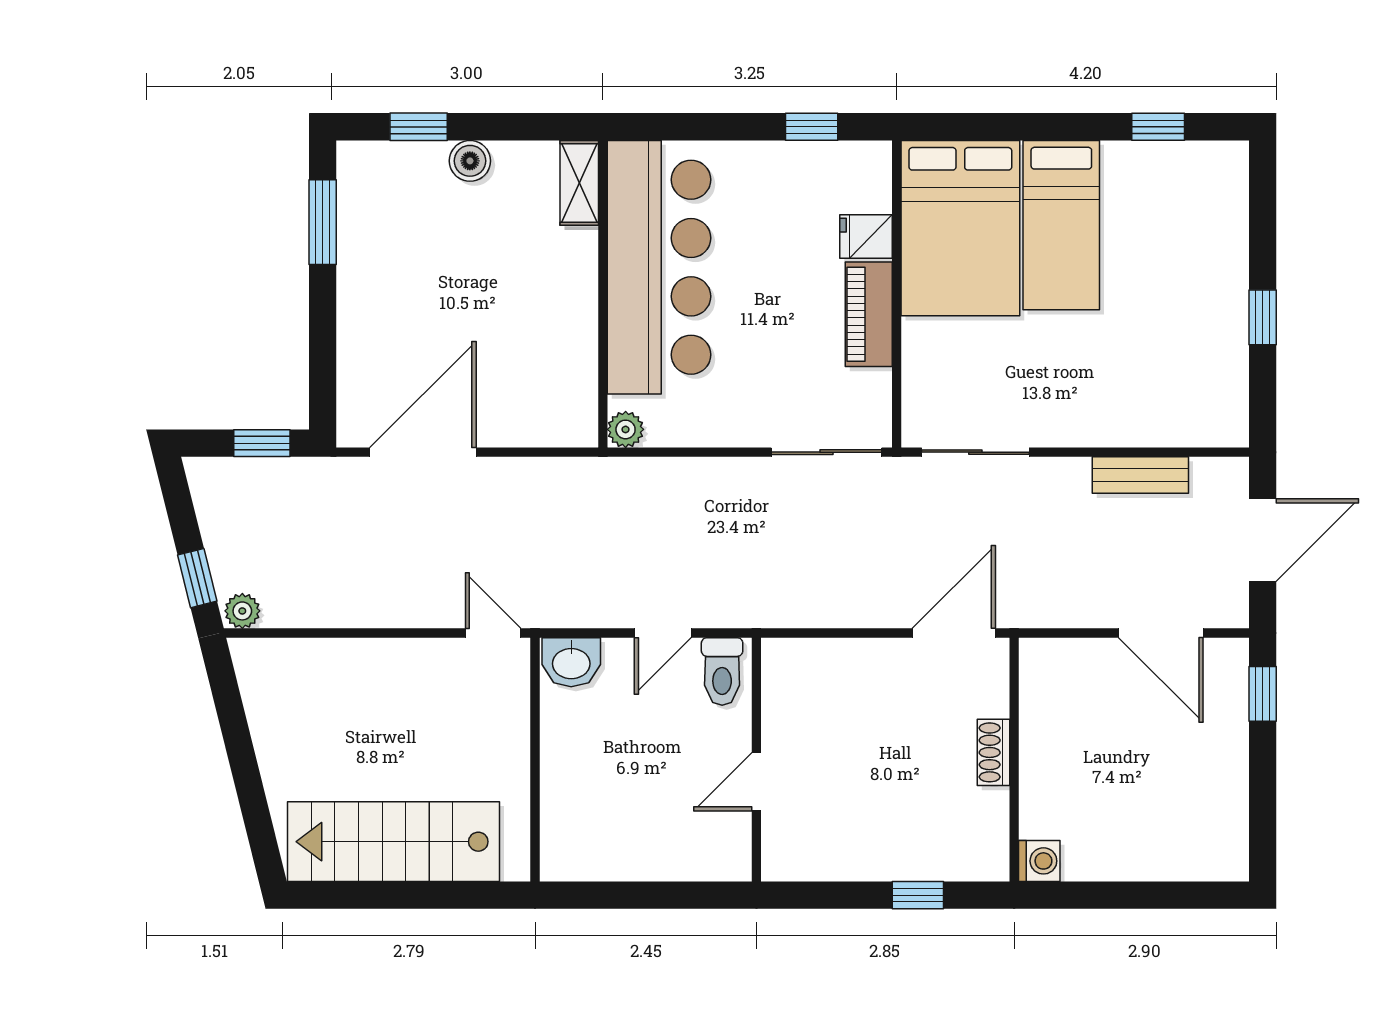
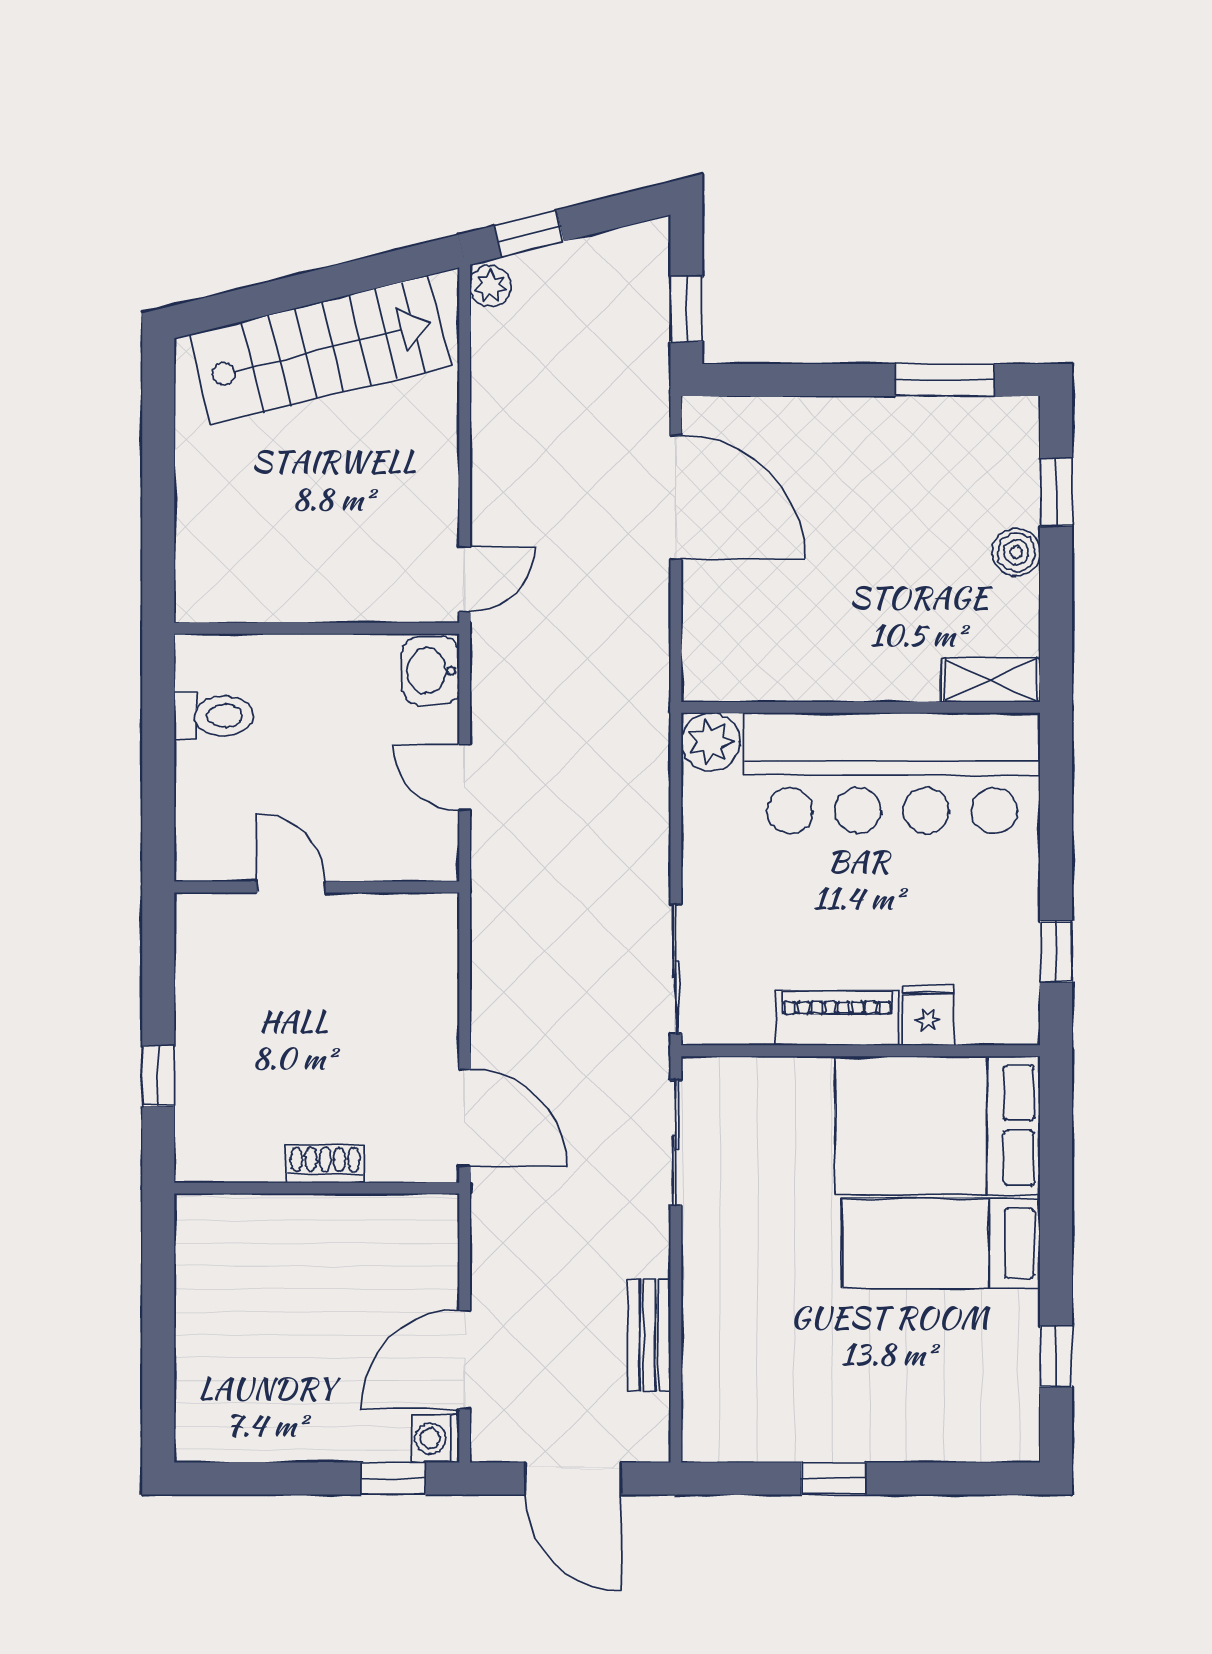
plant: (626, 429) -> (710, 742), width x1.38, depth x1.38
toilet: (722, 671) -> (214, 716), moved, turned 180
stairs: (394, 842) -> (320, 350), moved, turned 76
washing machine: (1039, 861) -> (435, 1439), moved, turned 90

